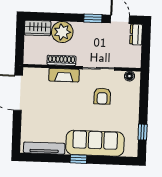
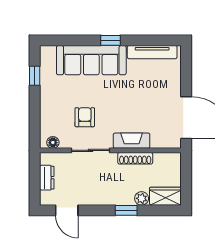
window: (93, 18) -> (126, 210), moved
plant: (62, 32) -> (142, 198), width x0.53, depth x0.53
dresser: (136, 35) -> (47, 178), moved

